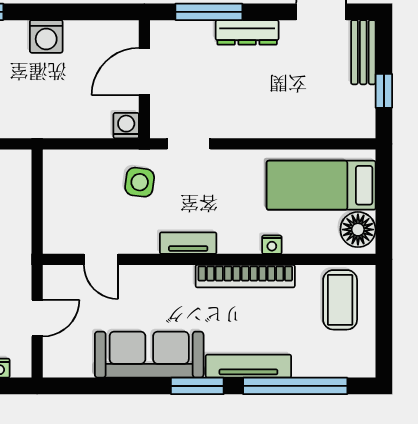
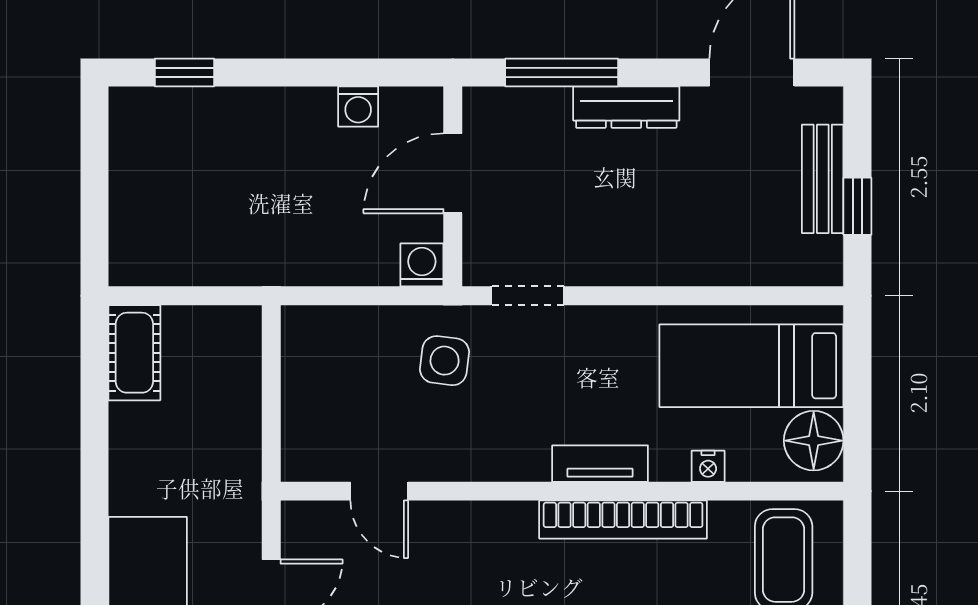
washing machine: (46, 36) -> (358, 107), moved, width x0.73, depth x0.73
bench: (363, 52) -> (823, 179), moved
tv unit: (188, 243) -> (600, 464), moved
nightstand: (272, 245) -> (708, 466), moved

